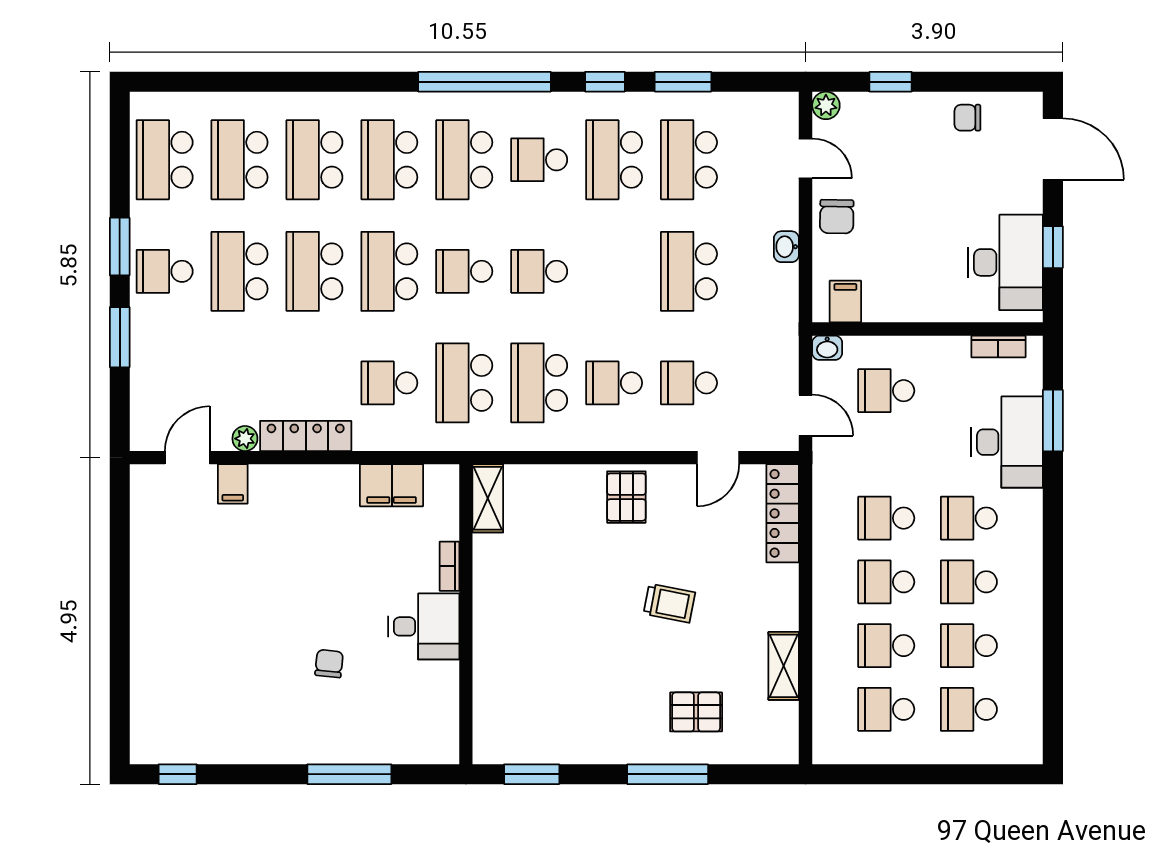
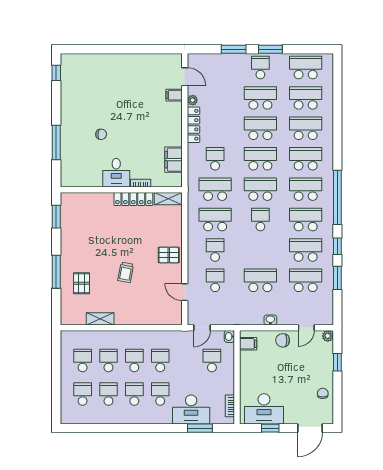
school desk: (539, 160) -> (306, 220), width x1.85
school desk: (464, 271) -> (260, 189), width x1.85
locker: (783, 513) -> (133, 199), moved, turned 180

